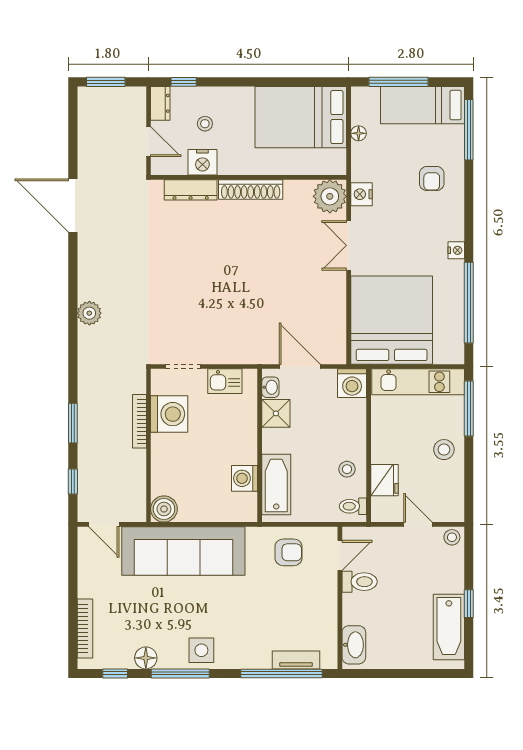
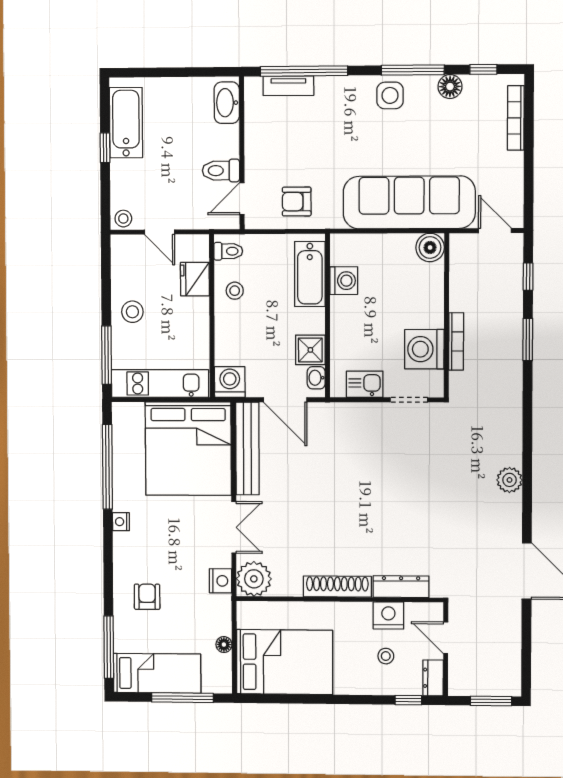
plant: (89, 313) -> (509, 480), moved
bench: (336, 320) -> (247, 448), added

